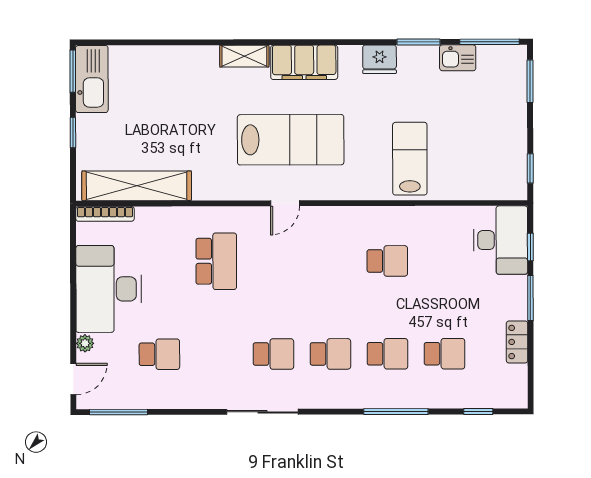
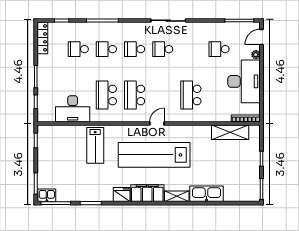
kitchen sink: (458, 58) -> (47, 195), moved
fridge: (380, 59) -> (122, 195), moved
kitchen sink: (92, 79) -> (206, 194), moved, turned 90
lab bench: (291, 140) -> (154, 155), width x1.36
shelving: (137, 186) -> (230, 132), width x0.68
desk: (501, 240) -> (73, 109), moved, turned -90
school desk: (330, 261) -> (135, 95), added
school desk: (387, 261) -> (106, 95), width x1.85
locker: (517, 342) -> (42, 38), moved, width x1.53

